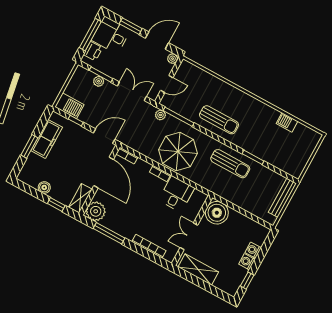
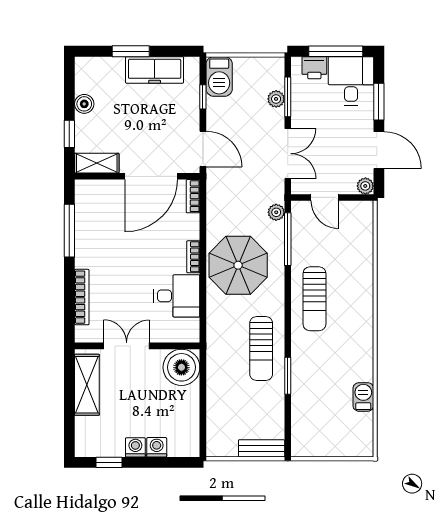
bench: (282, 198) -> (262, 448), width x0.73
plant: (96, 211) -> (90, 195), removed

